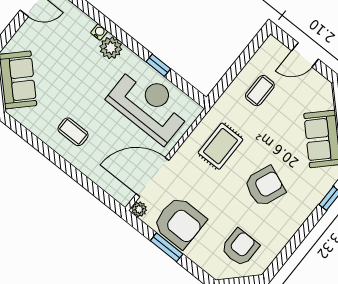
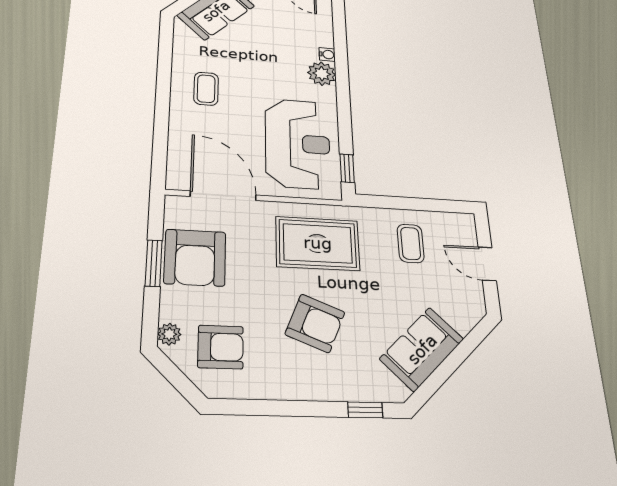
window: (158, 65) -> (347, 168), moved
coffee table: (260, 91) -> (411, 243), turned 90
rug: (220, 146) -> (318, 243), width x1.36, depth x1.43
plant: (139, 209) -> (169, 334), moved

